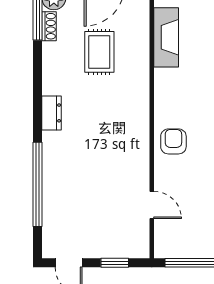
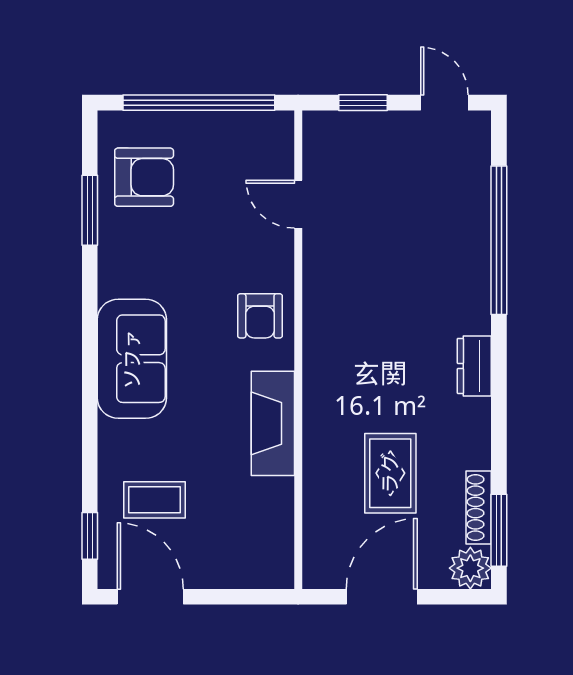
shoe rack: (49, 26) -> (479, 507), width x1.43
fireplace: (166, 37) -> (273, 423), moved

